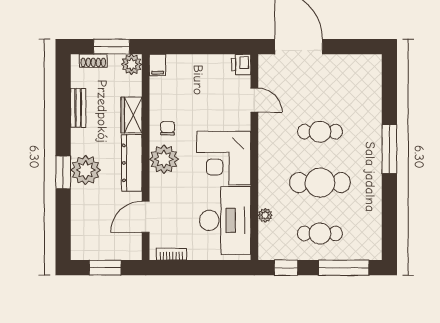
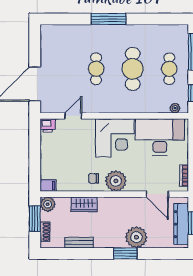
dresser: (132, 163) -> (181, 224), moved, turned 90
plant: (86, 170) -> (136, 237), moved
plant: (265, 215) -> (175, 108), moved

